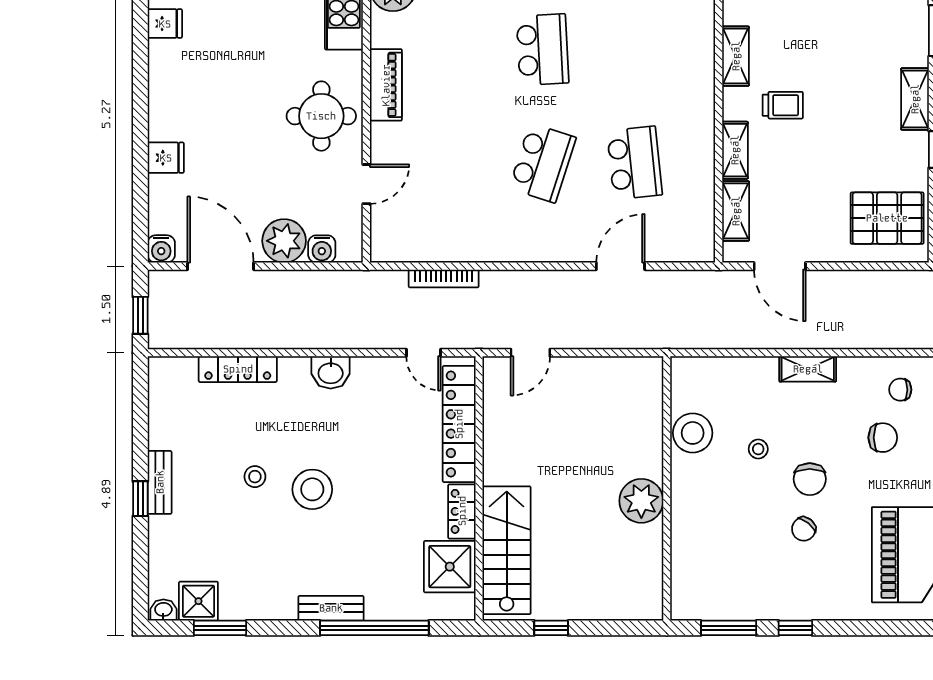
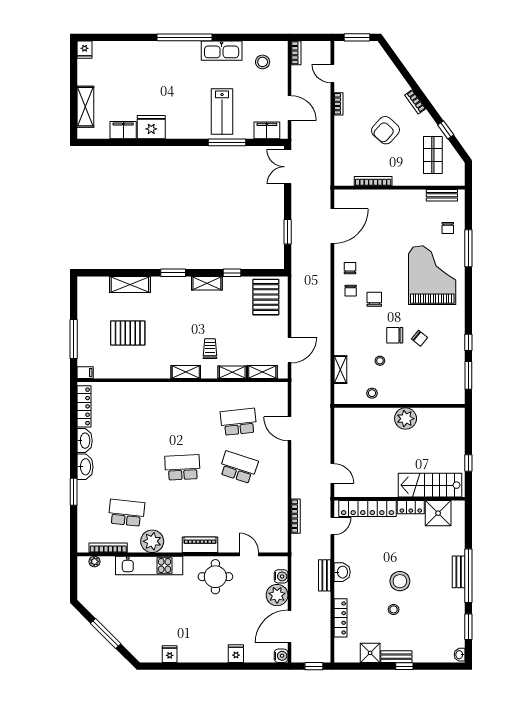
bench: (324, 337) -> (325, 575), added
shelving: (808, 369) -> (340, 370), moved
stool: (693, 433) -> (372, 393), width x0.53, depth x0.53
chair: (810, 479) -> (395, 335), turned 180
shower: (198, 601) -> (370, 653), moved
window: (374, 628) -> (468, 576), moved

